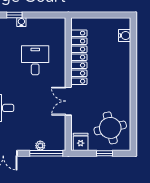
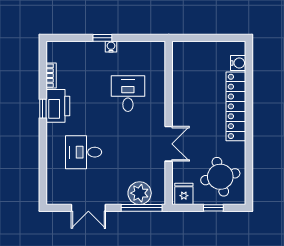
locker: (79, 57) -> (236, 106), moved, turned 180
double door: (68, 101) -> (169, 144), swing flipped
plant: (40, 146) -> (140, 193), width x1.87, depth x1.87

